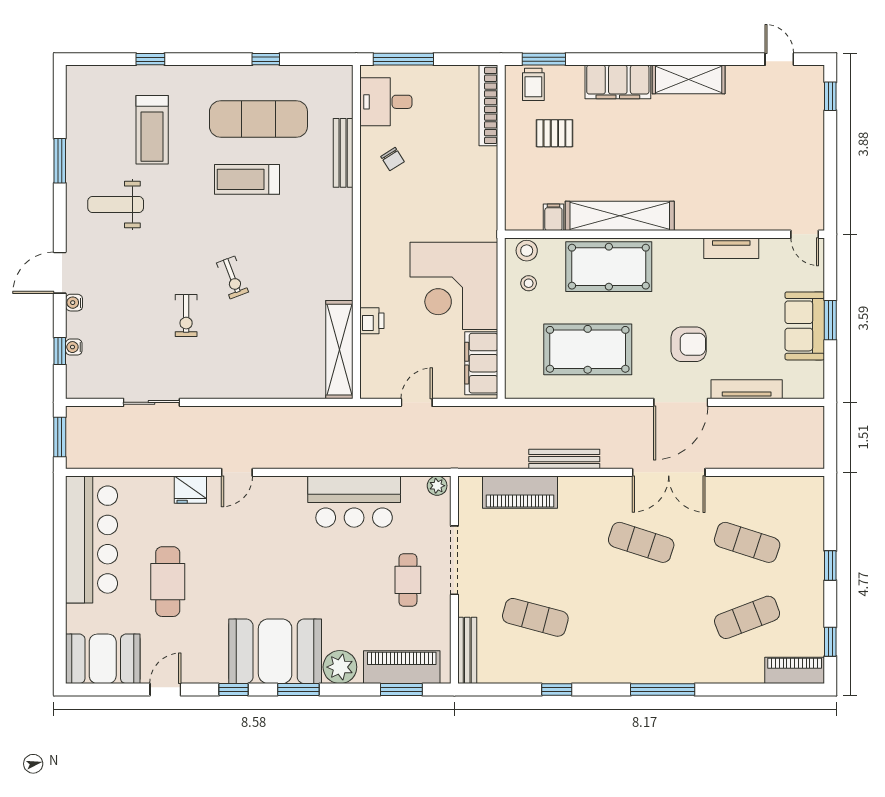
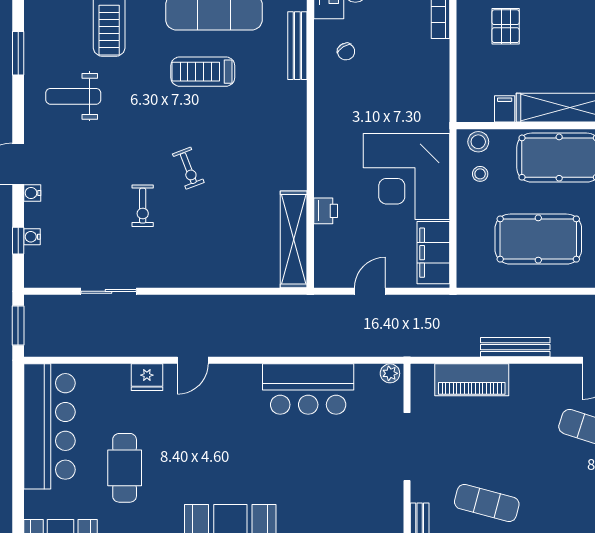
pallet: (554, 133) -> (506, 26), turned 90
cafe table: (408, 580) -> (361, 466), removed

